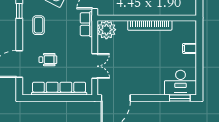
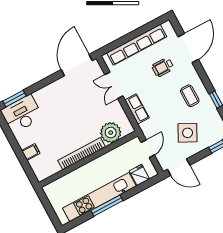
row of seats: (86, 24) -> (137, 109), moved
plant: (106, 30) -> (111, 133), moved

